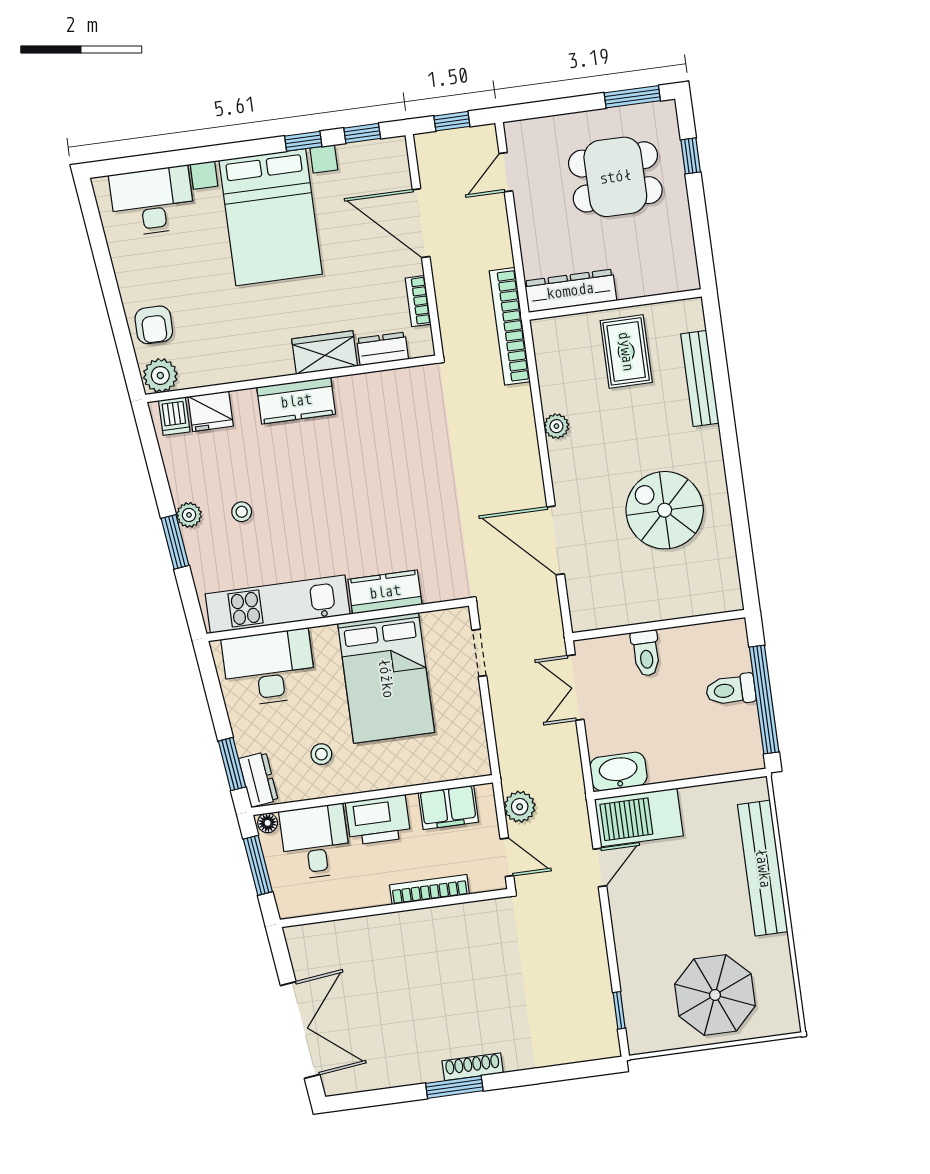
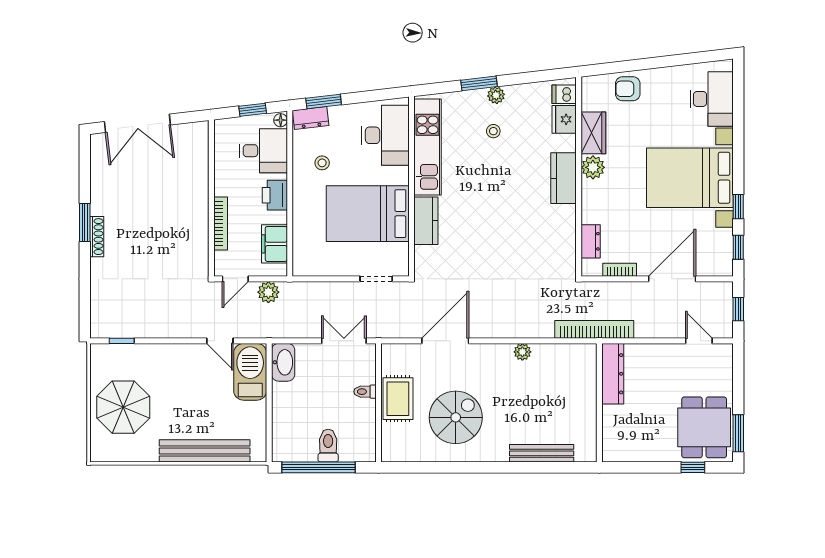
dining table: (615, 177) -> (704, 427), moved
rug: (626, 351) -> (398, 399), moved, turned 90
wardrobe: (325, 353) -> (593, 133), moved
plant: (160, 375) -> (593, 167), moved
toilet: (646, 653) -> (365, 392), width x0.73, depth x0.72
printer: (378, 820) -> (275, 195), width x0.73, depth x0.84
window: (258, 865) -> (253, 110), width x0.67

